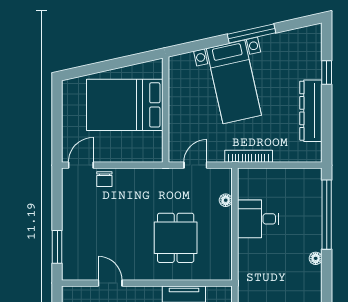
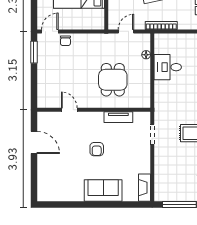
window: (57, 247) -> (34, 52), moved

